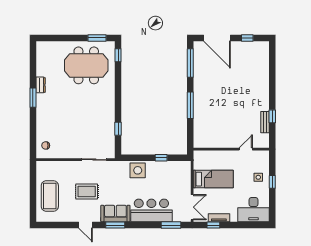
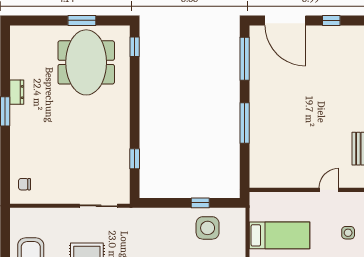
window: (97, 38) -> (82, 20), moved
meeting table: (86, 65) -> (86, 62), turned 90
side table: (138, 170) -> (208, 228), moved

